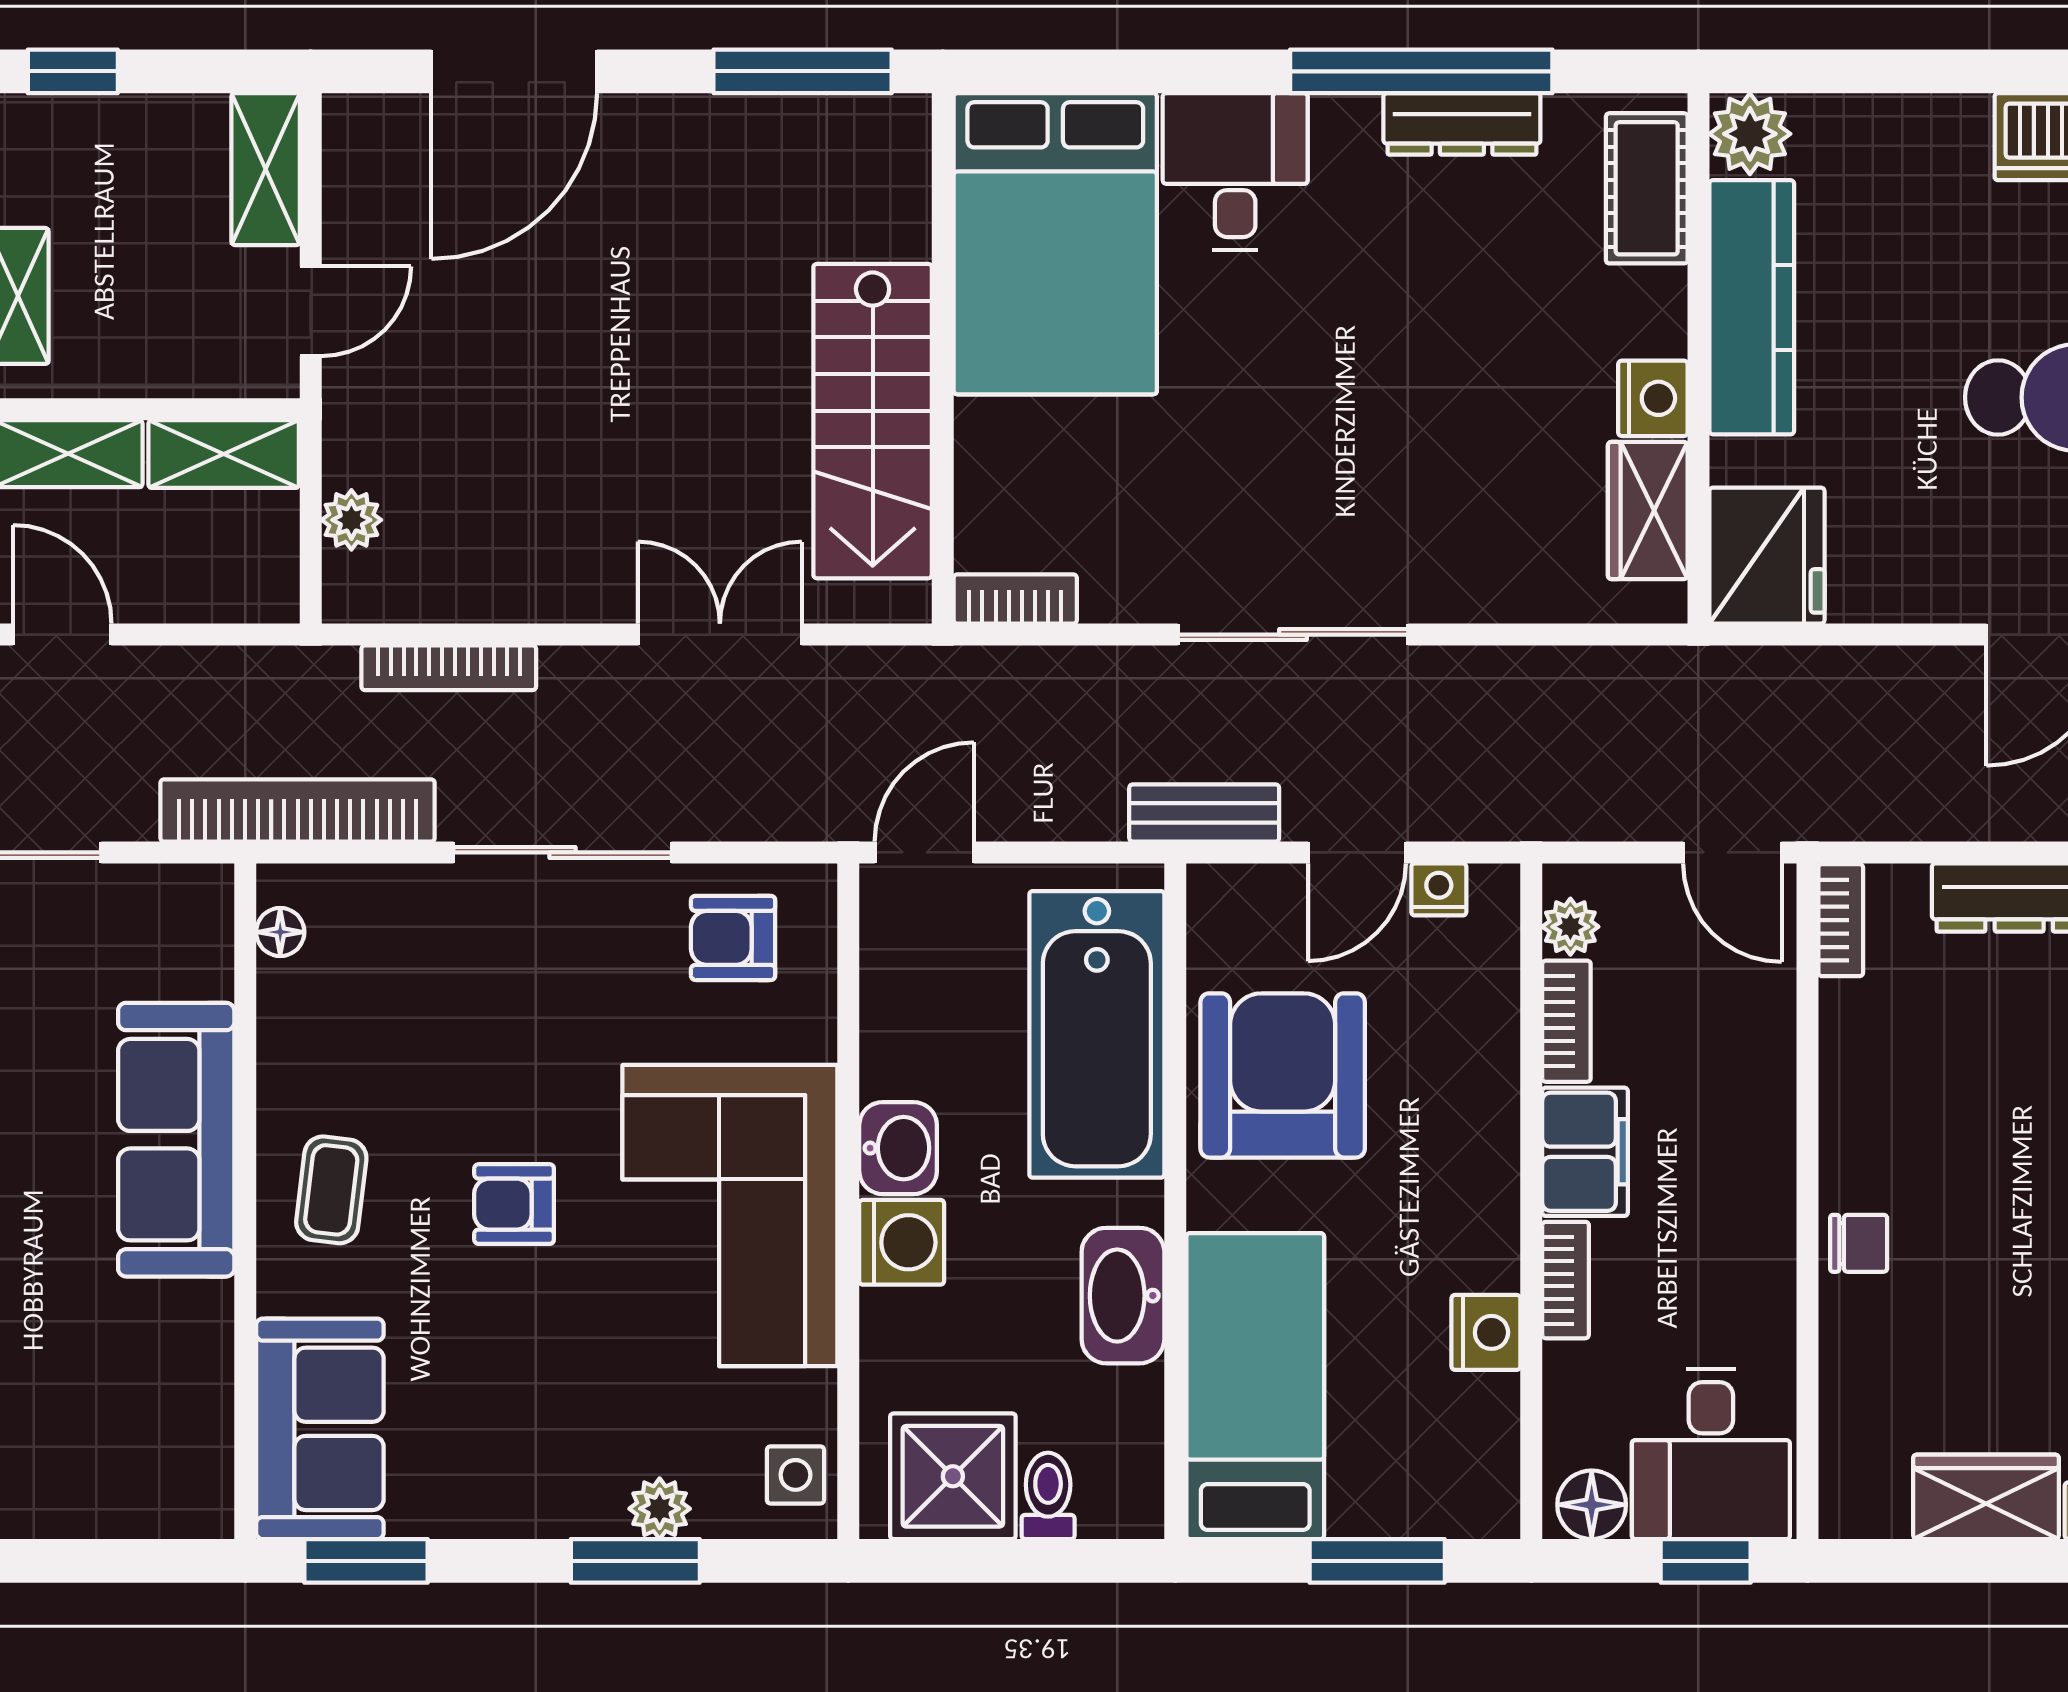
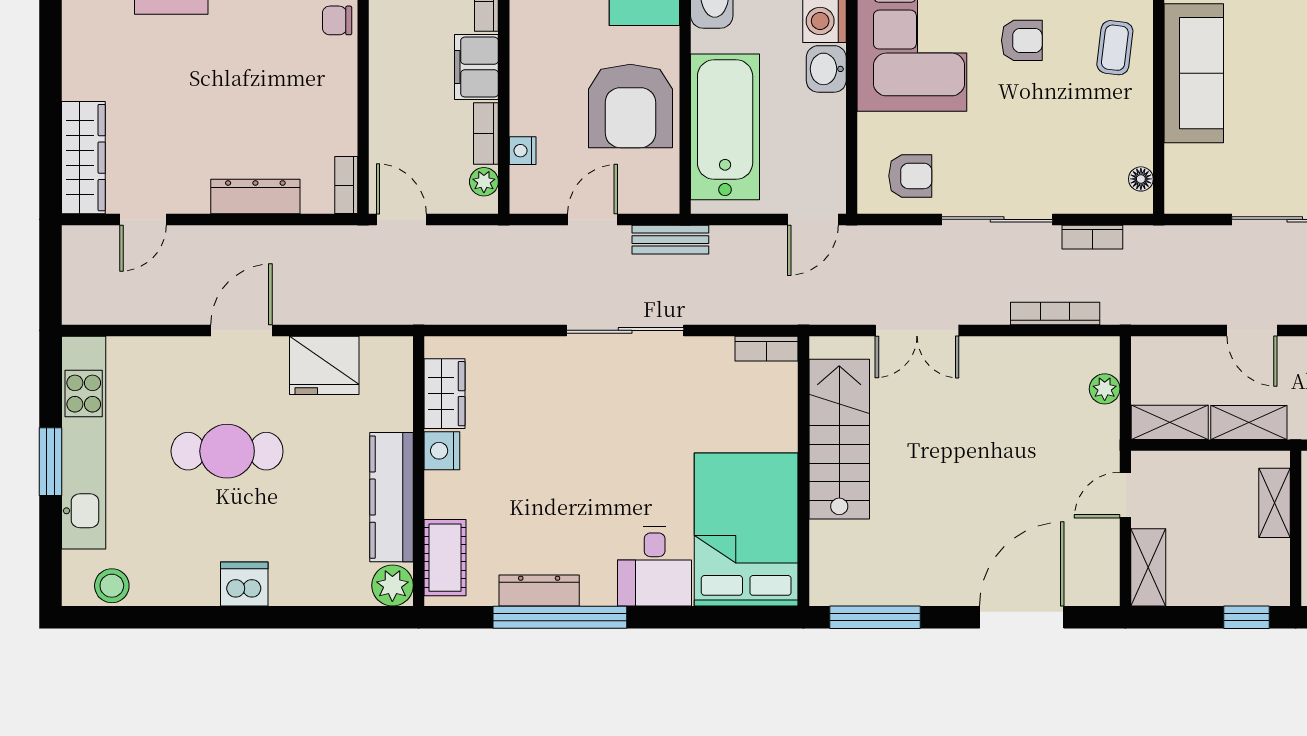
fridge: (1767, 556) -> (324, 365), moved, turned -90
bookcase: (298, 810) -> (1092, 237), width x0.43, depth x0.76
nightstand: (1439, 889) -> (523, 151), moved, turned 90

